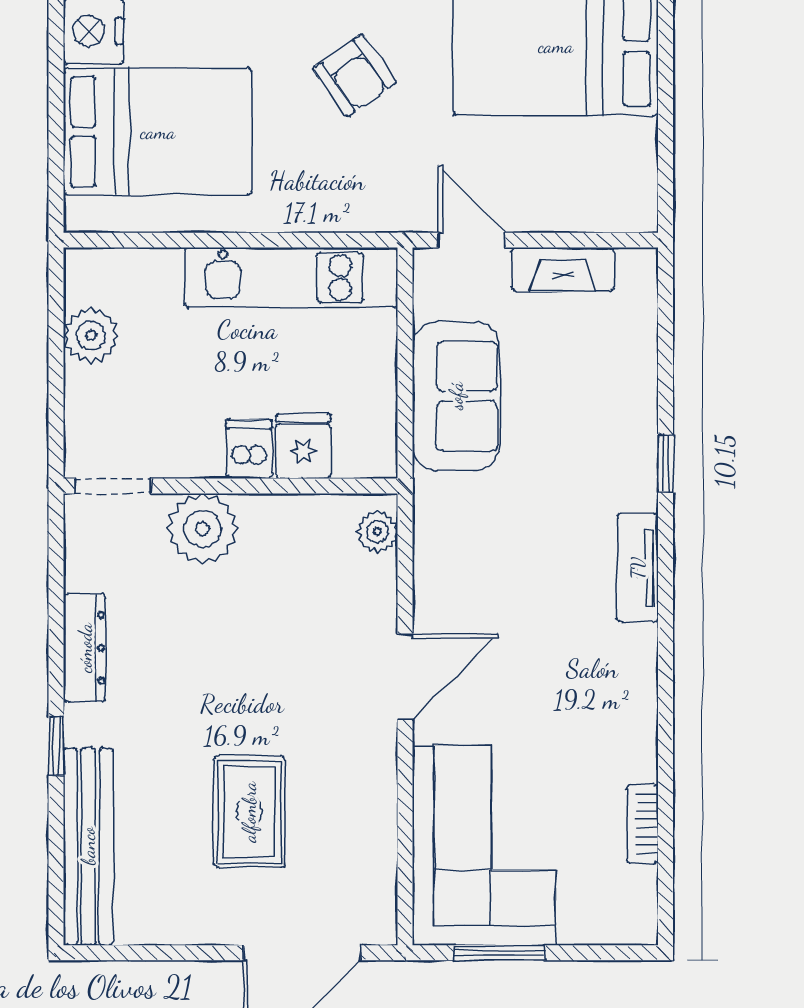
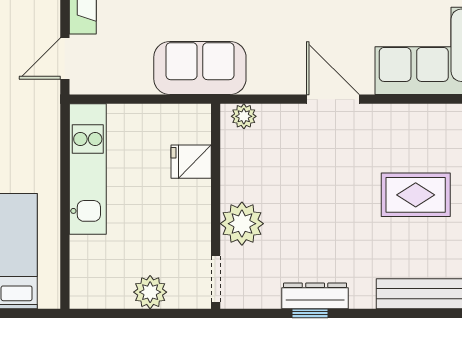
plant: (91, 335) -> (150, 292), moved
sofa: (456, 396) -> (200, 68), moved
dishwasher: (249, 449) -> (193, 195), removed
window: (56, 746) -> (310, 313), moved

